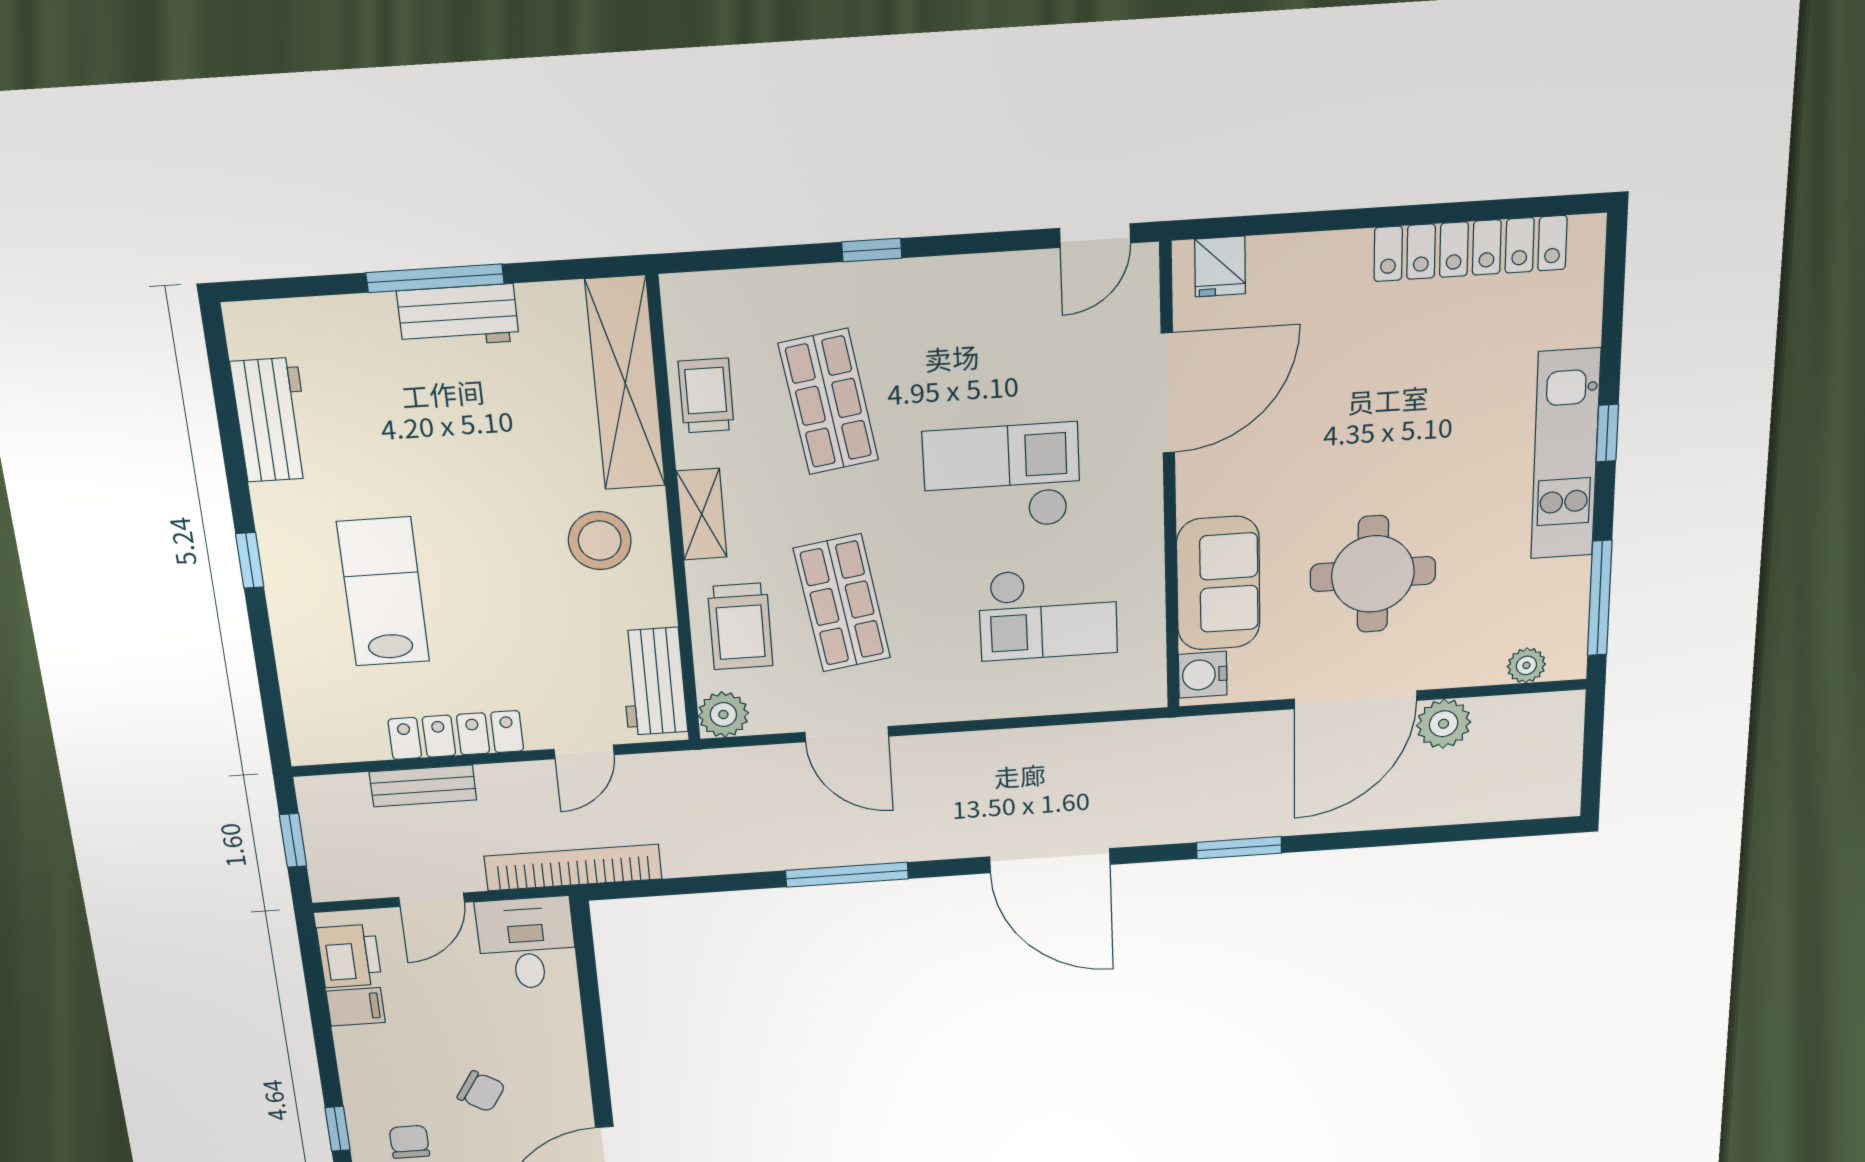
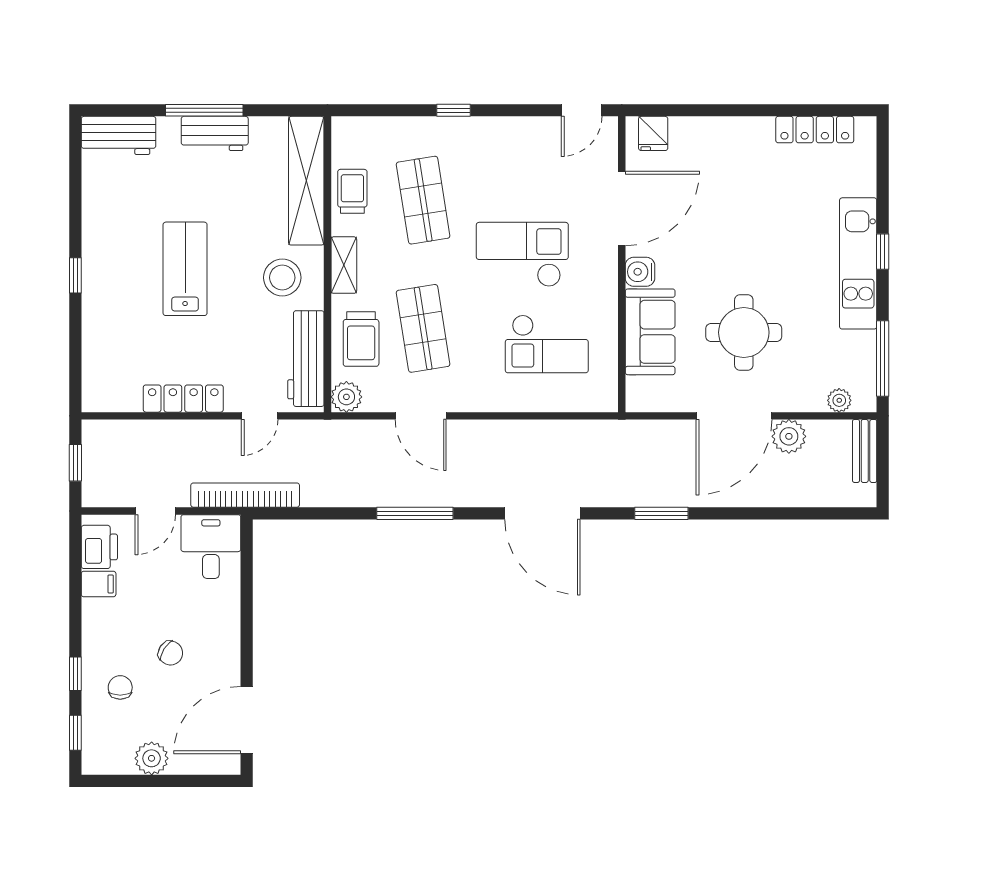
locker: (1470, 248) -> (815, 130), width x0.71, depth x0.83
workbench: (272, 420) -> (119, 135), moved, turned 90
lab bench: (383, 592) -> (185, 269), moved
water cooler: (1203, 675) -> (640, 272), moved
workbench: (653, 682) -> (306, 359), width x1.38
bench: (423, 786) -> (865, 451), moved, turned 90

